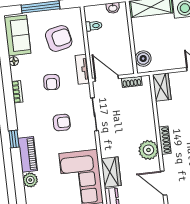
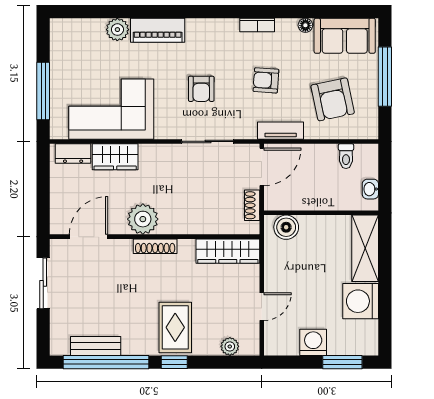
wardrobe: (162, 87) -> (228, 251), width x1.50
window: (14, 139) -> (184, 12), removed

